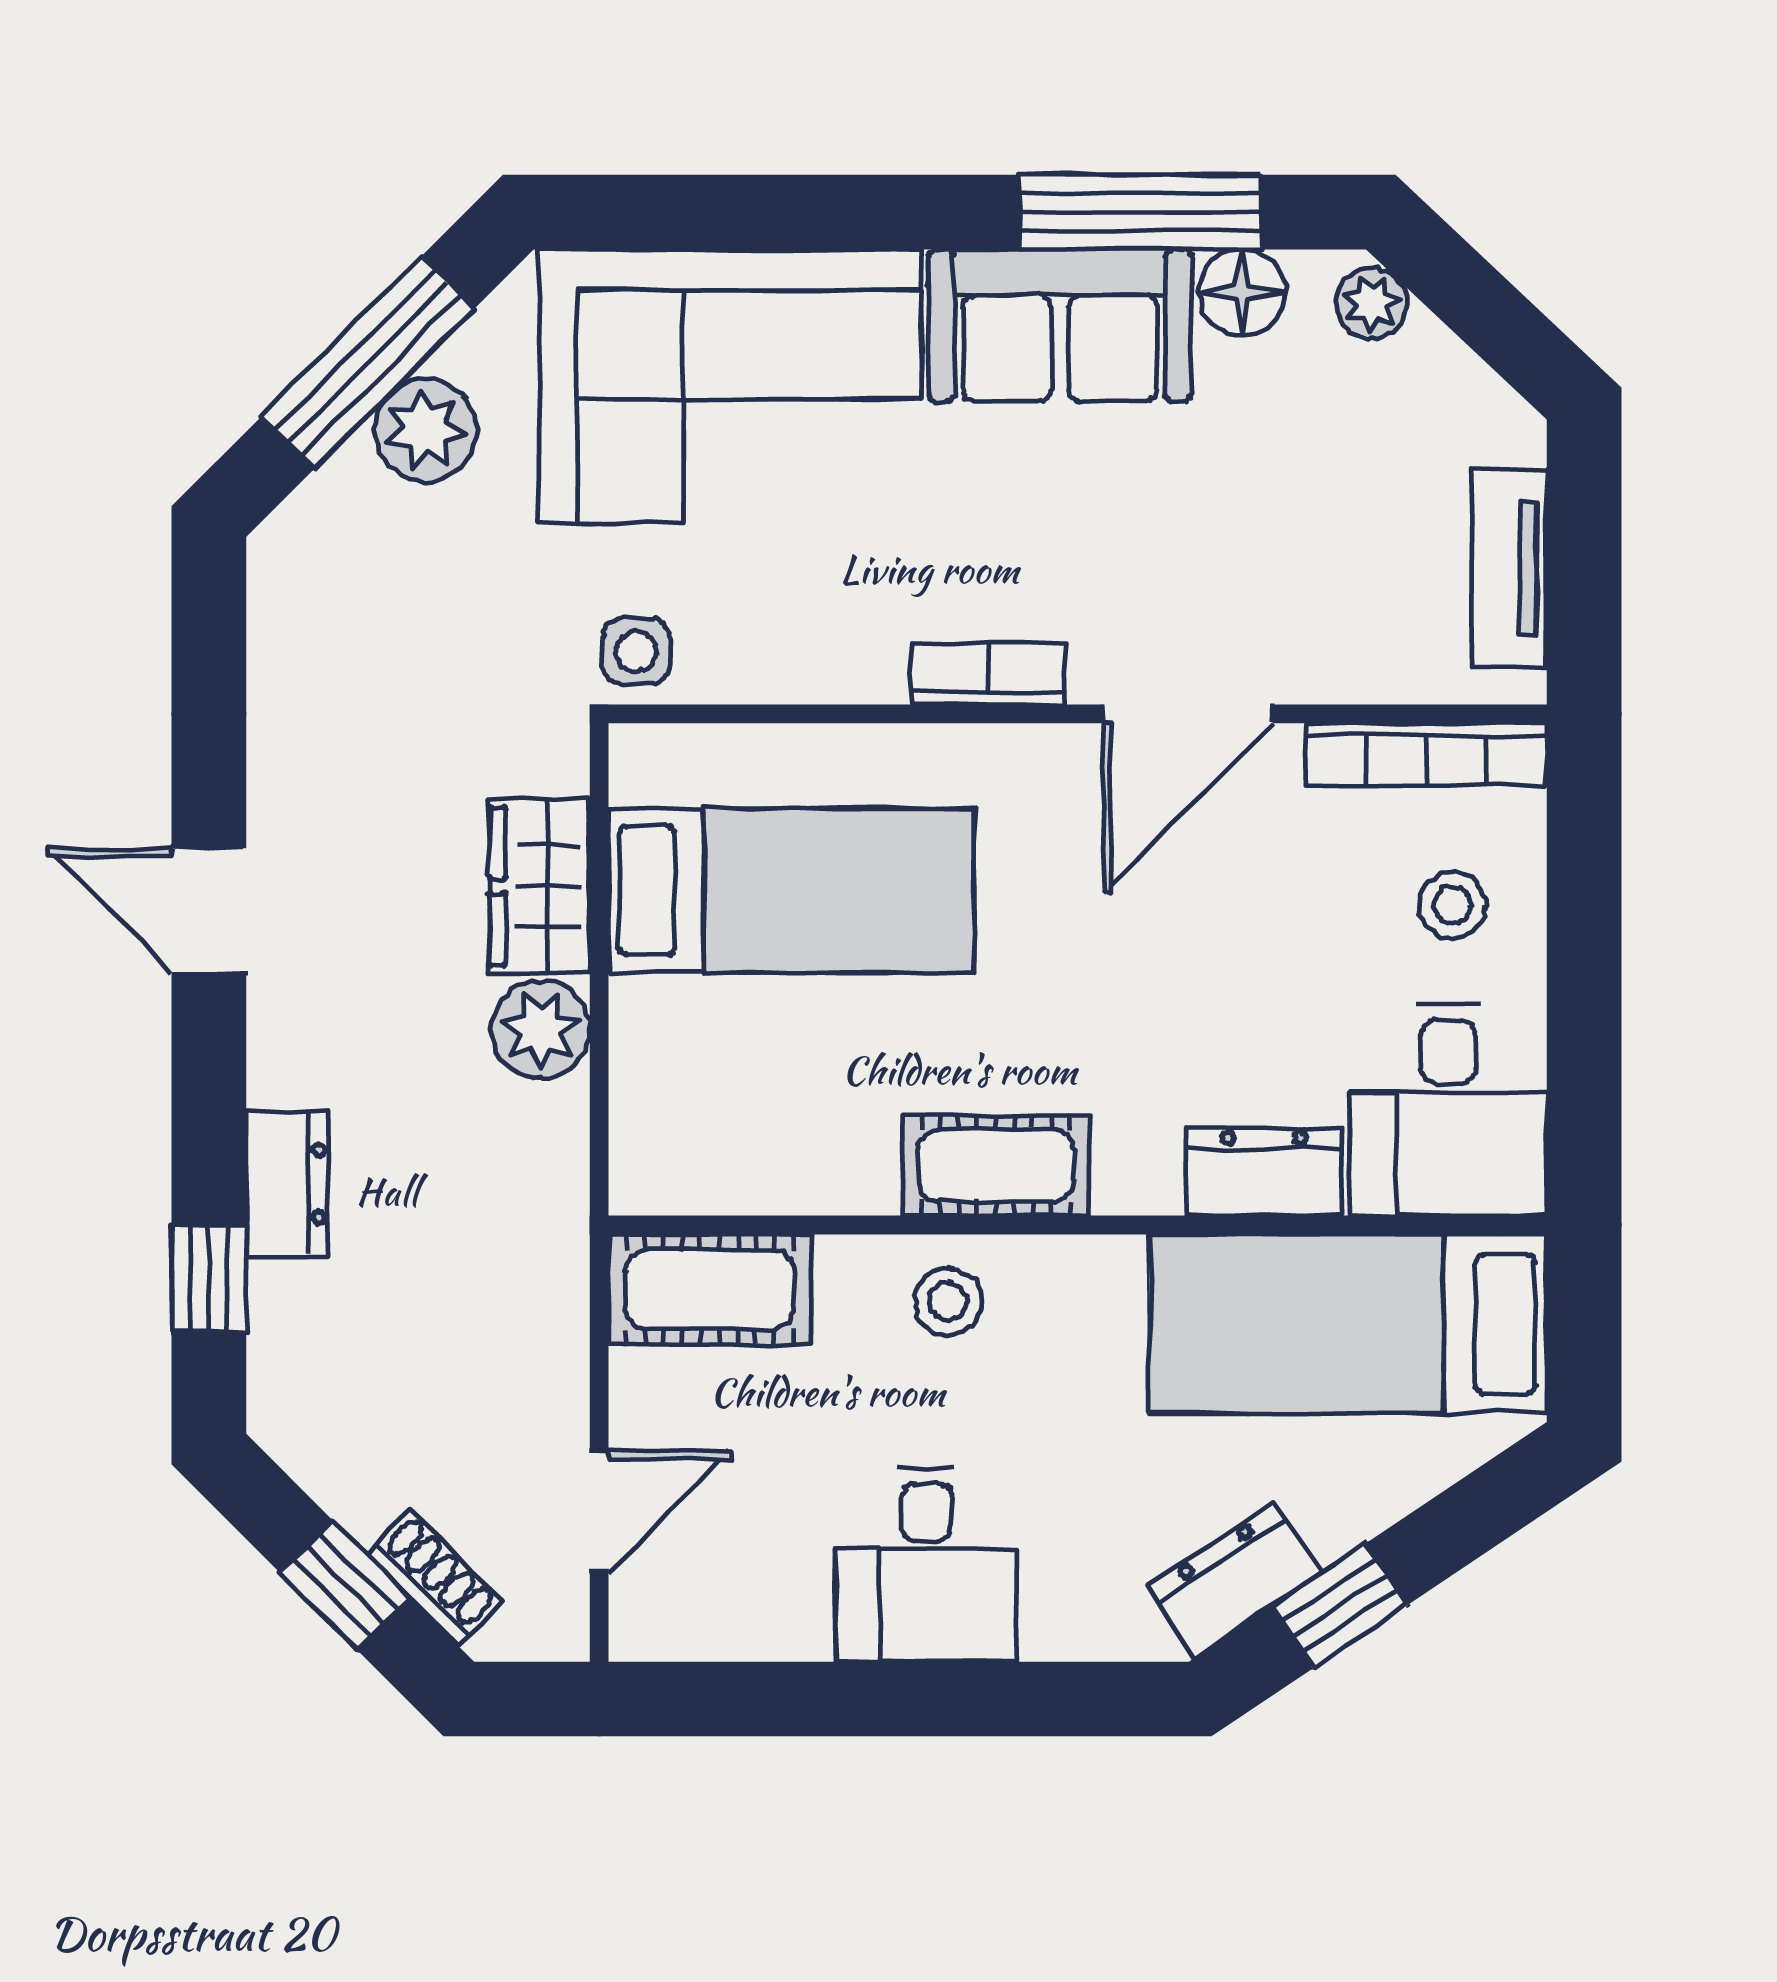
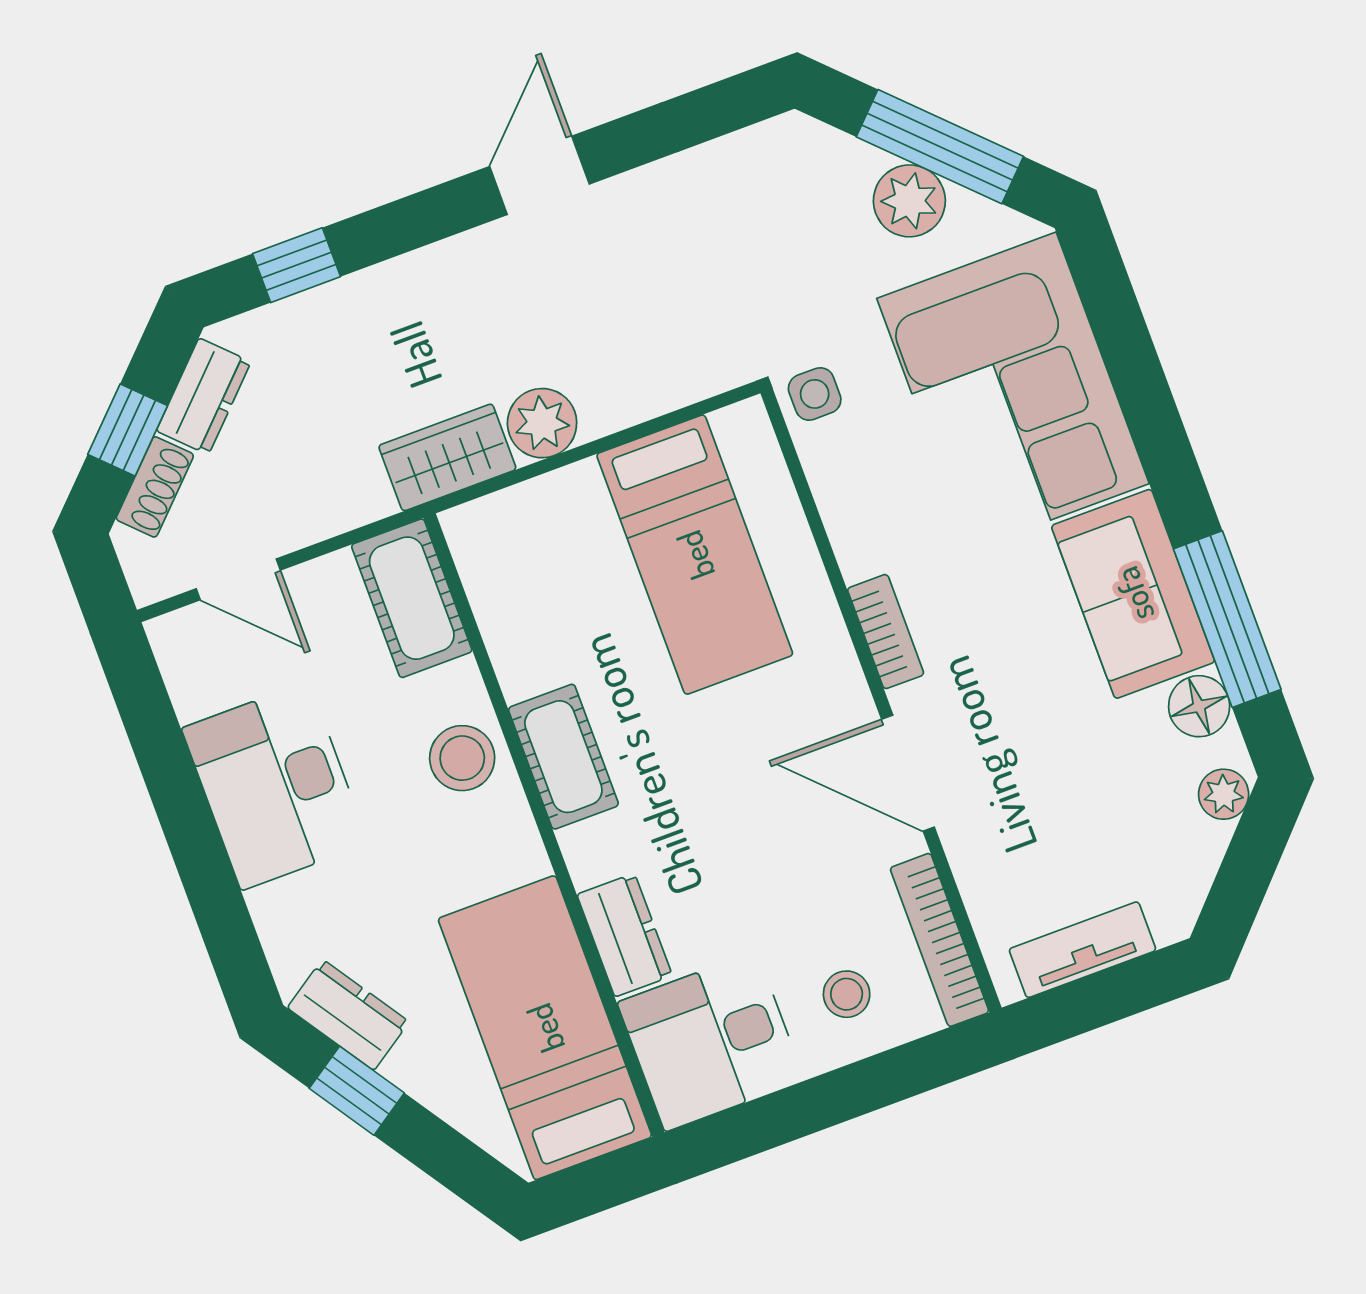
wardrobe: (540, 886) -> (447, 457), moved
dresser: (287, 1184) -> (204, 396), moved, turned -45
stool: (948, 1301) -> (462, 758), width x1.37, depth x1.37
desk: (926, 1565) -> (275, 786), width x1.37

